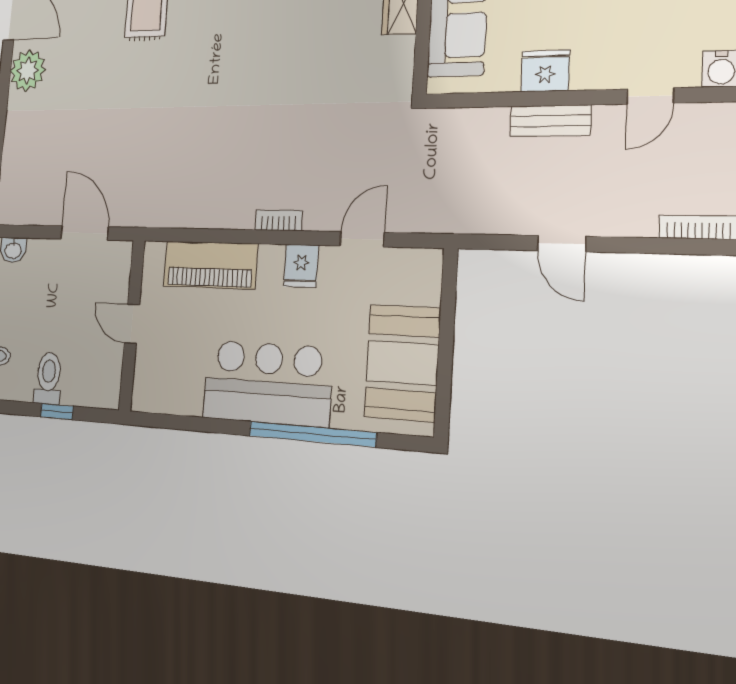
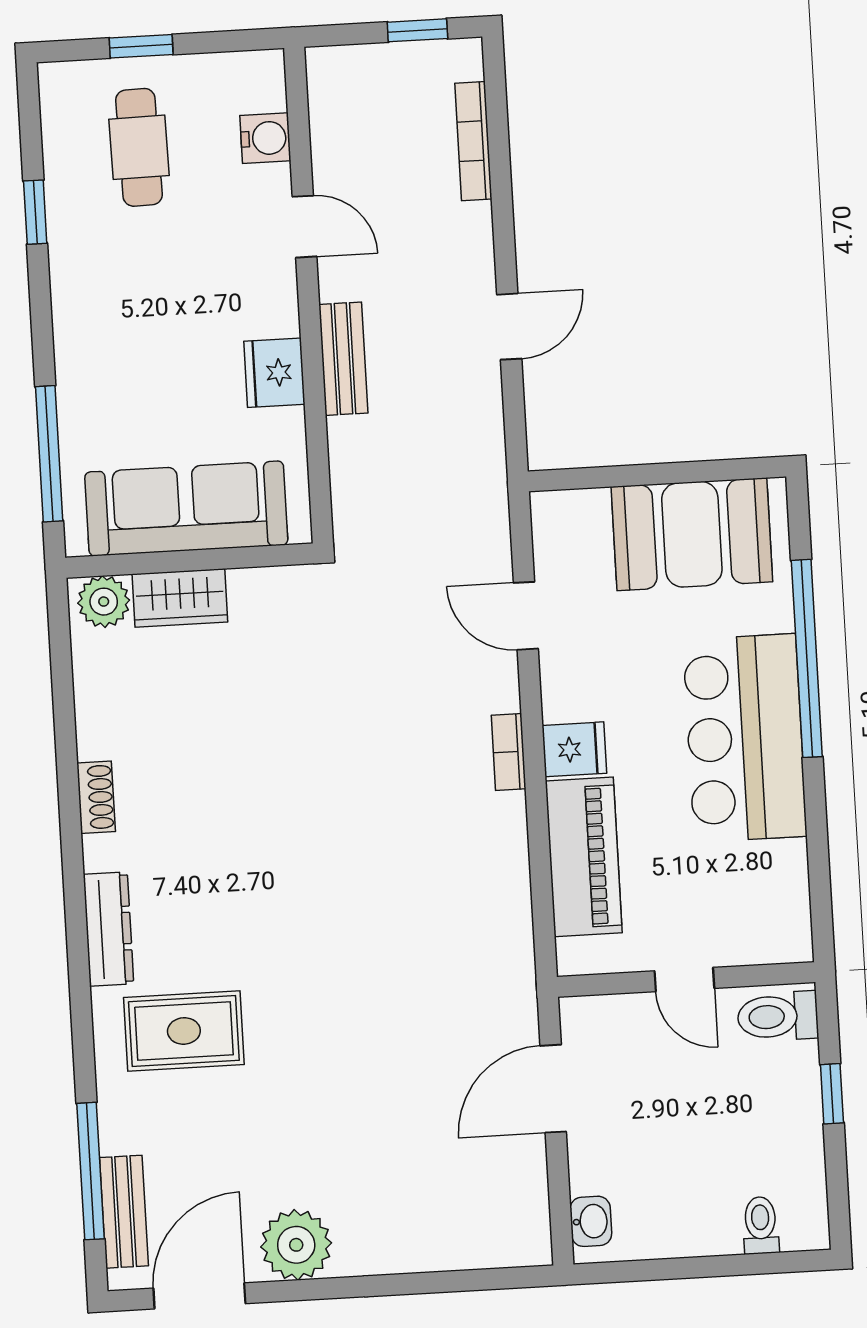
fridge: (301, 266) -> (574, 749), moved
door: (132, 324) -> (684, 980), hinge flipped
toilet: (48, 378) -> (778, 1016), moved

